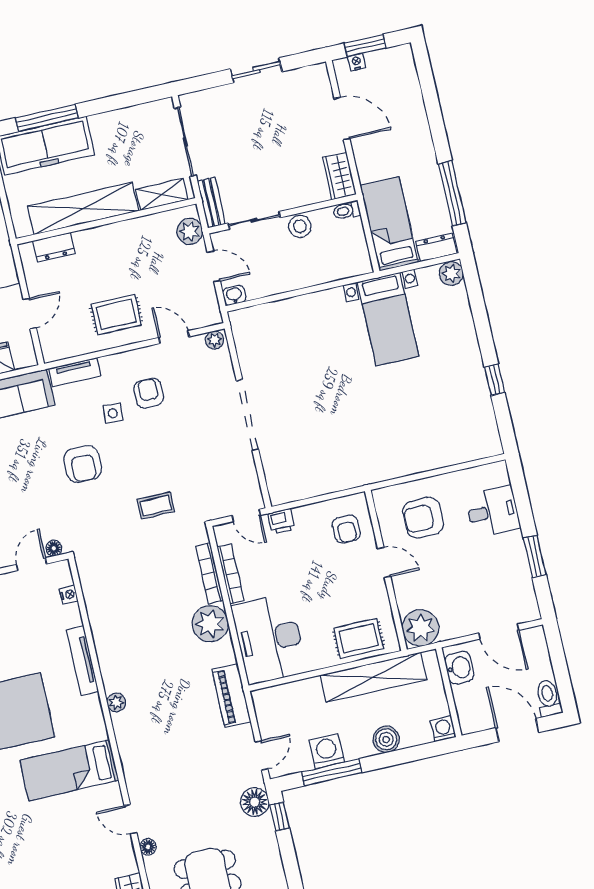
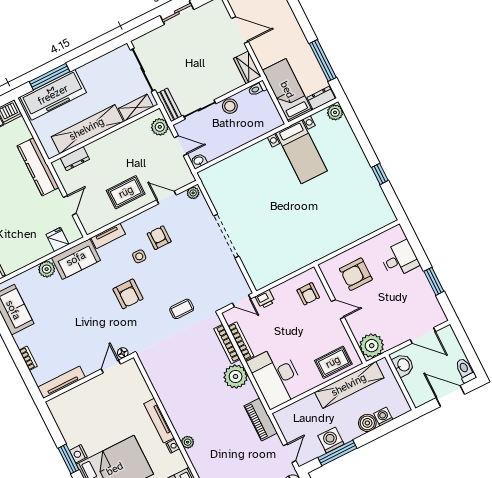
nightstand: (69, 595) -> (173, 446), moved
washing machine: (443, 729) -> (383, 417), moved

